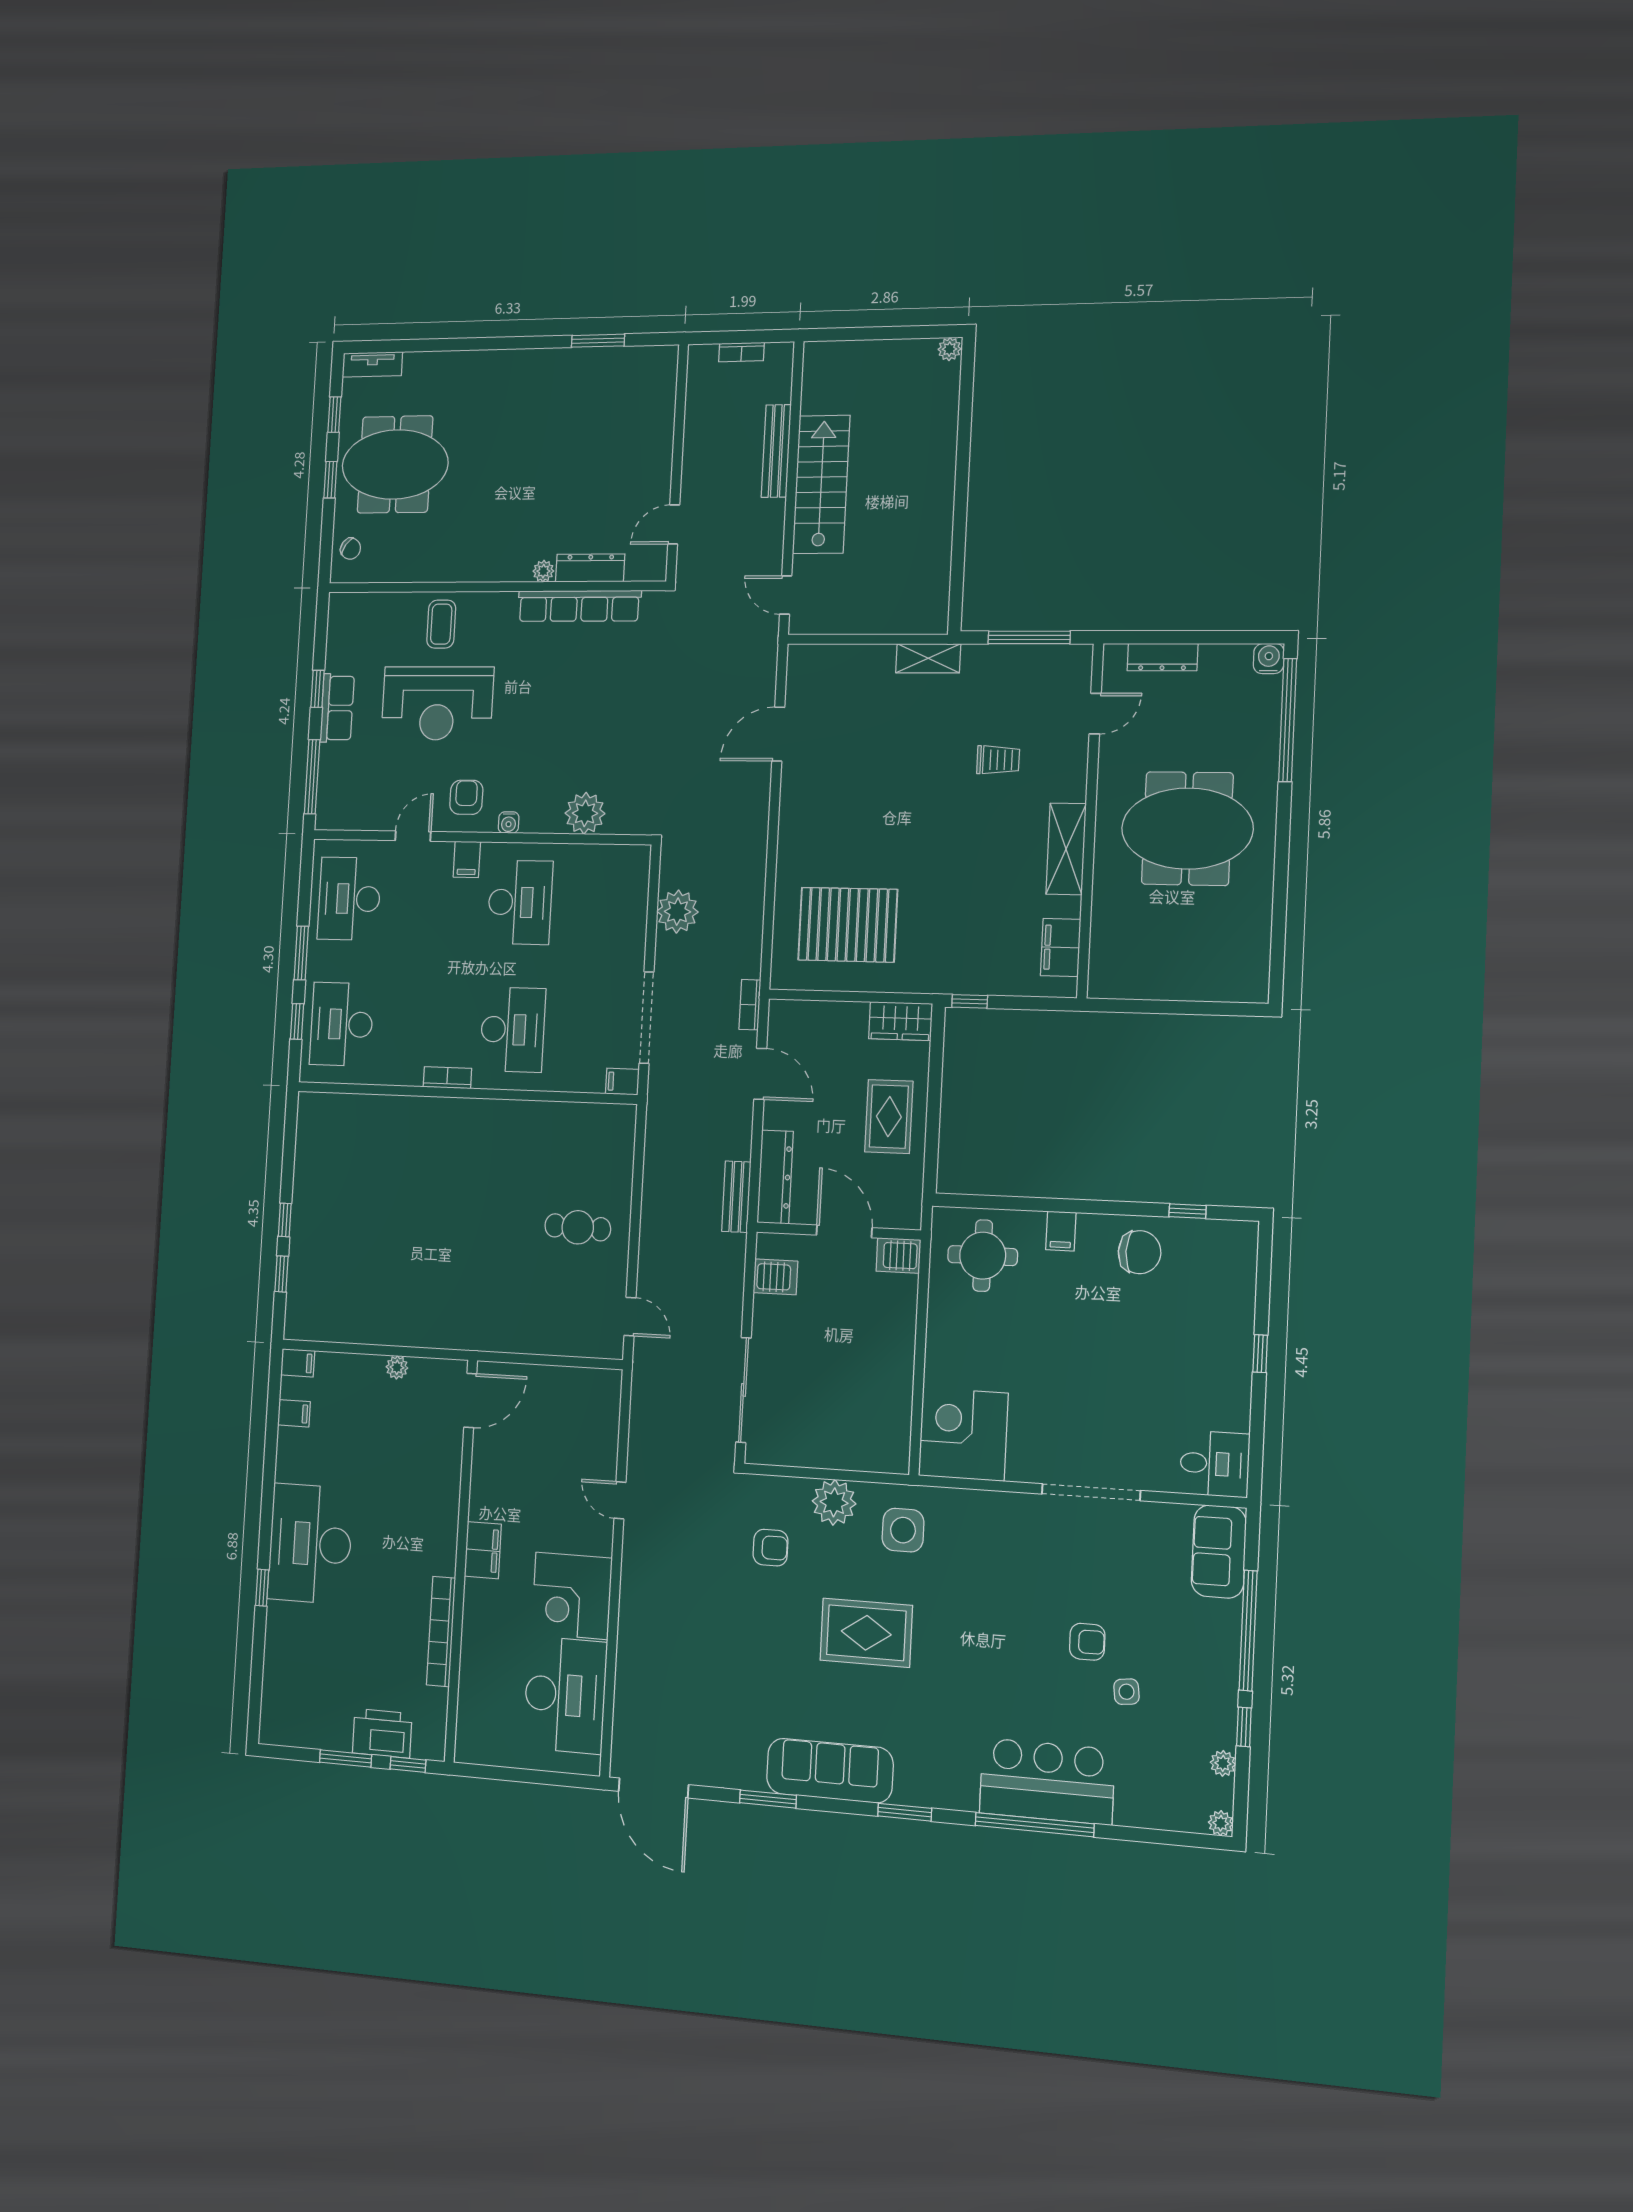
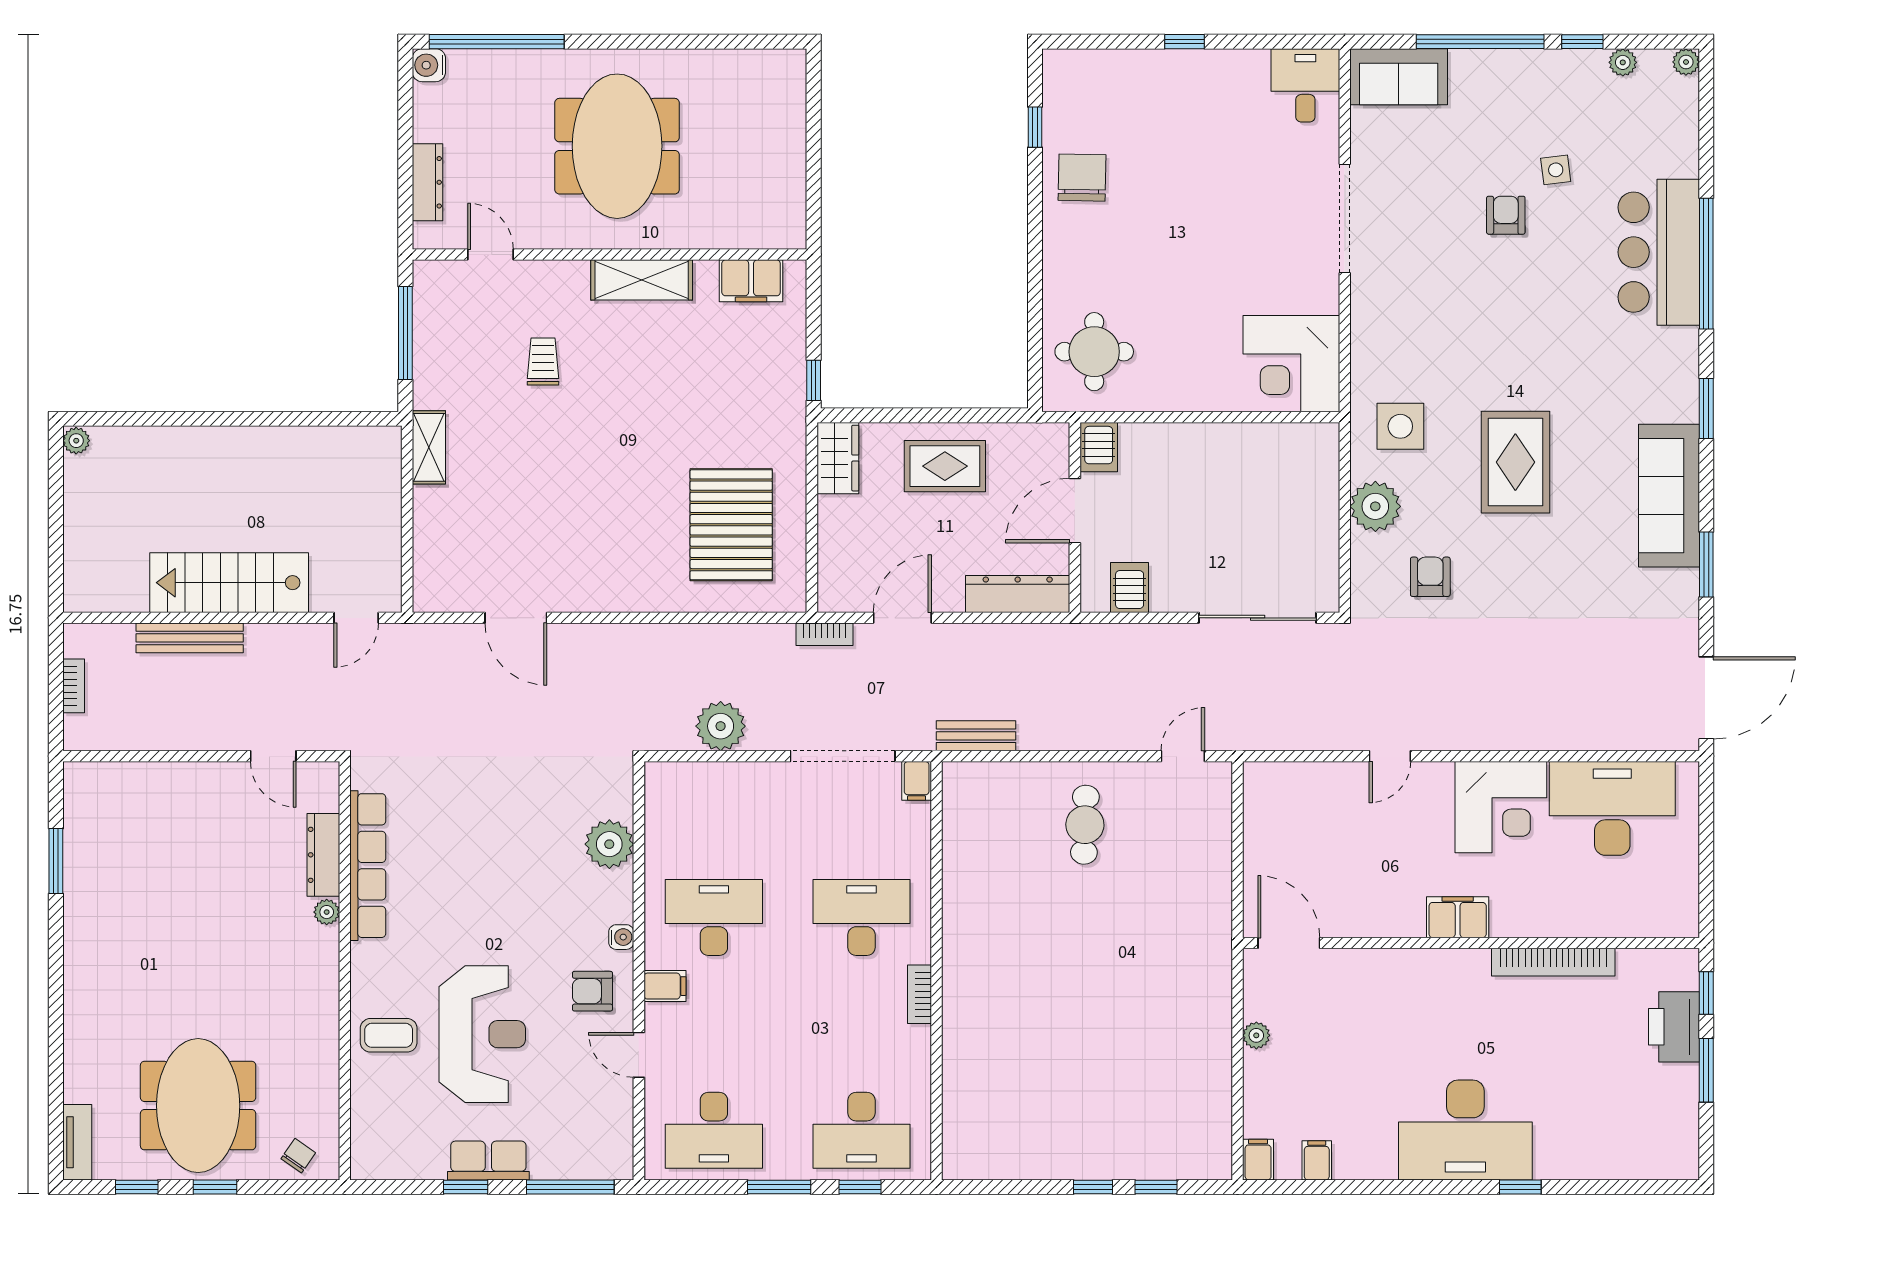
bench: (736, 1197) -> (976, 736), moved
filing cabinet: (1061, 1231) -> (1063, 265), removed

